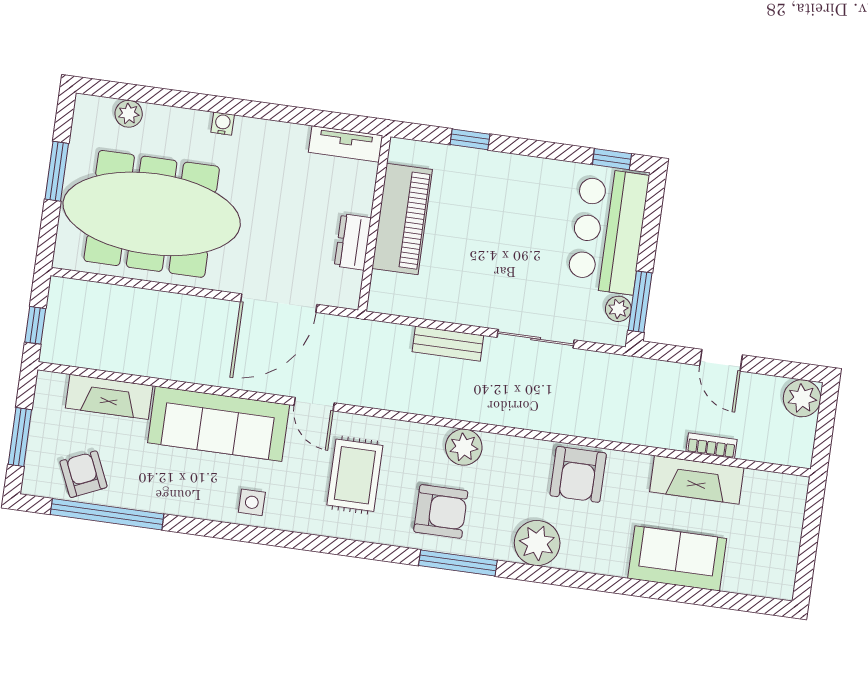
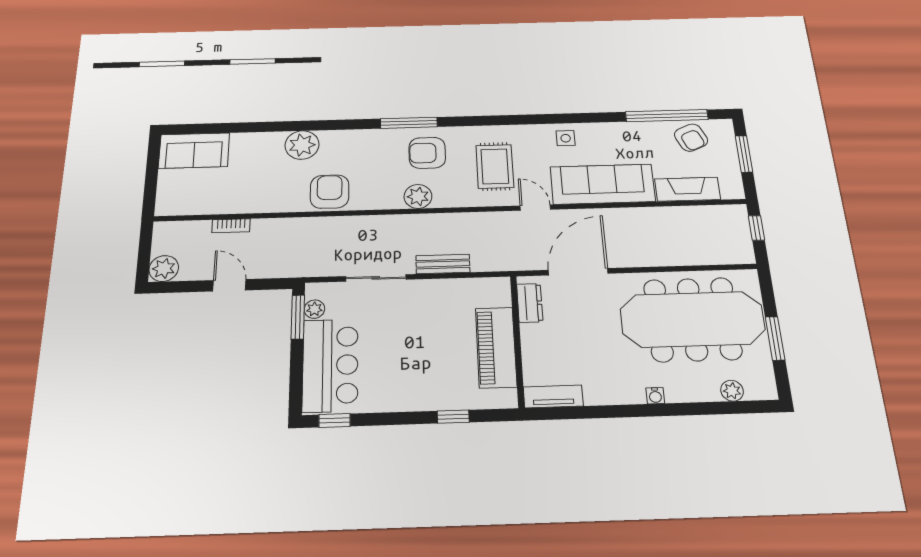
dresser: (353, 242) -> (530, 303), moved
fireplace: (697, 480) -> (240, 201), removed
plant: (537, 543) -> (302, 145), moved
sofa: (677, 558) -> (194, 151), moved

